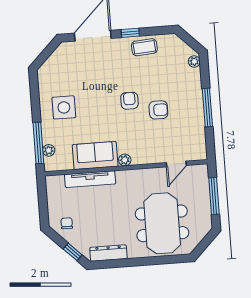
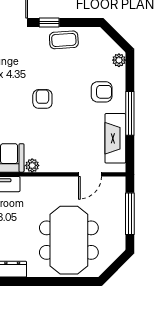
armchair: (158, 110) -> (102, 92), moved
fireplace: (196, 131) -> (115, 138), added

